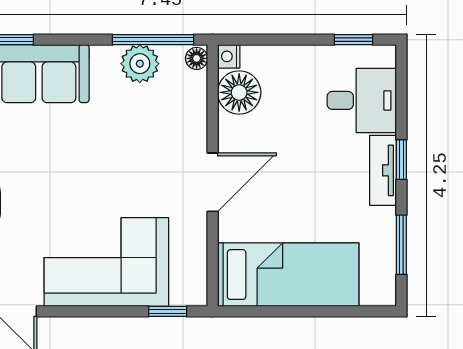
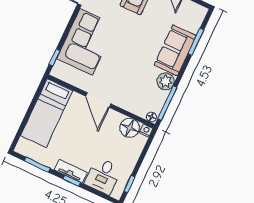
plant: (140, 64) -> (166, 81), moved

